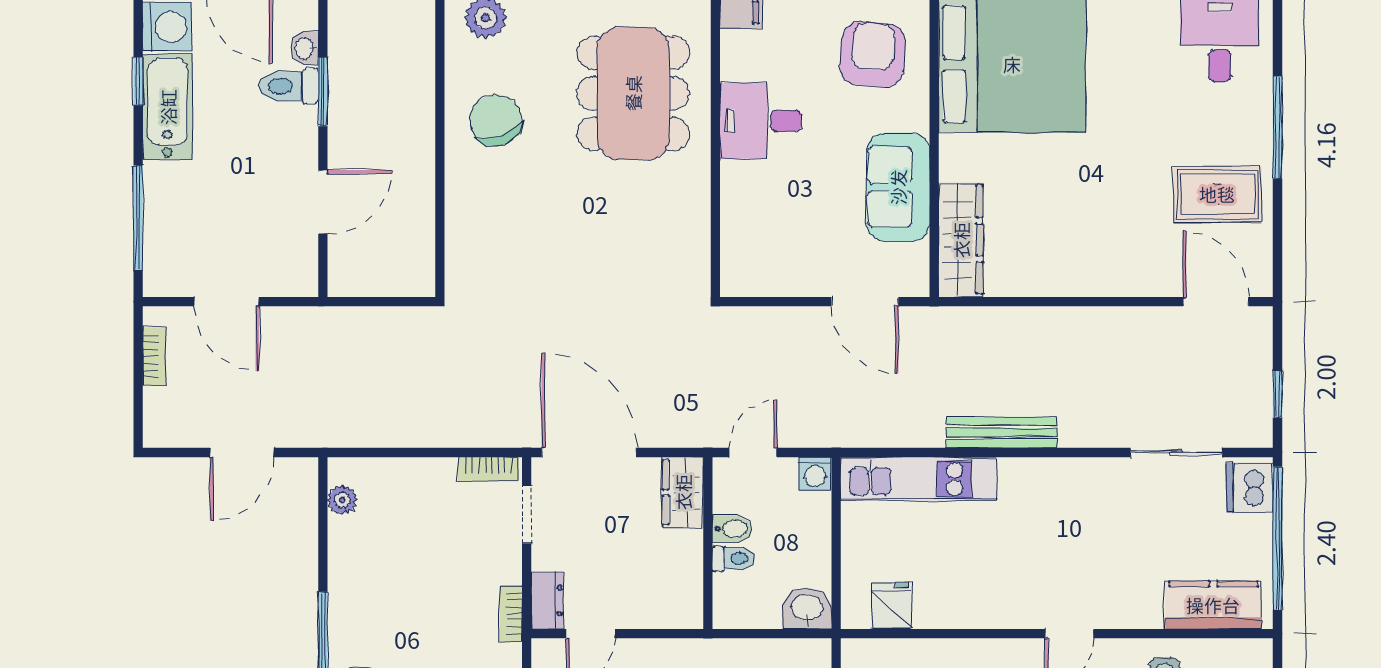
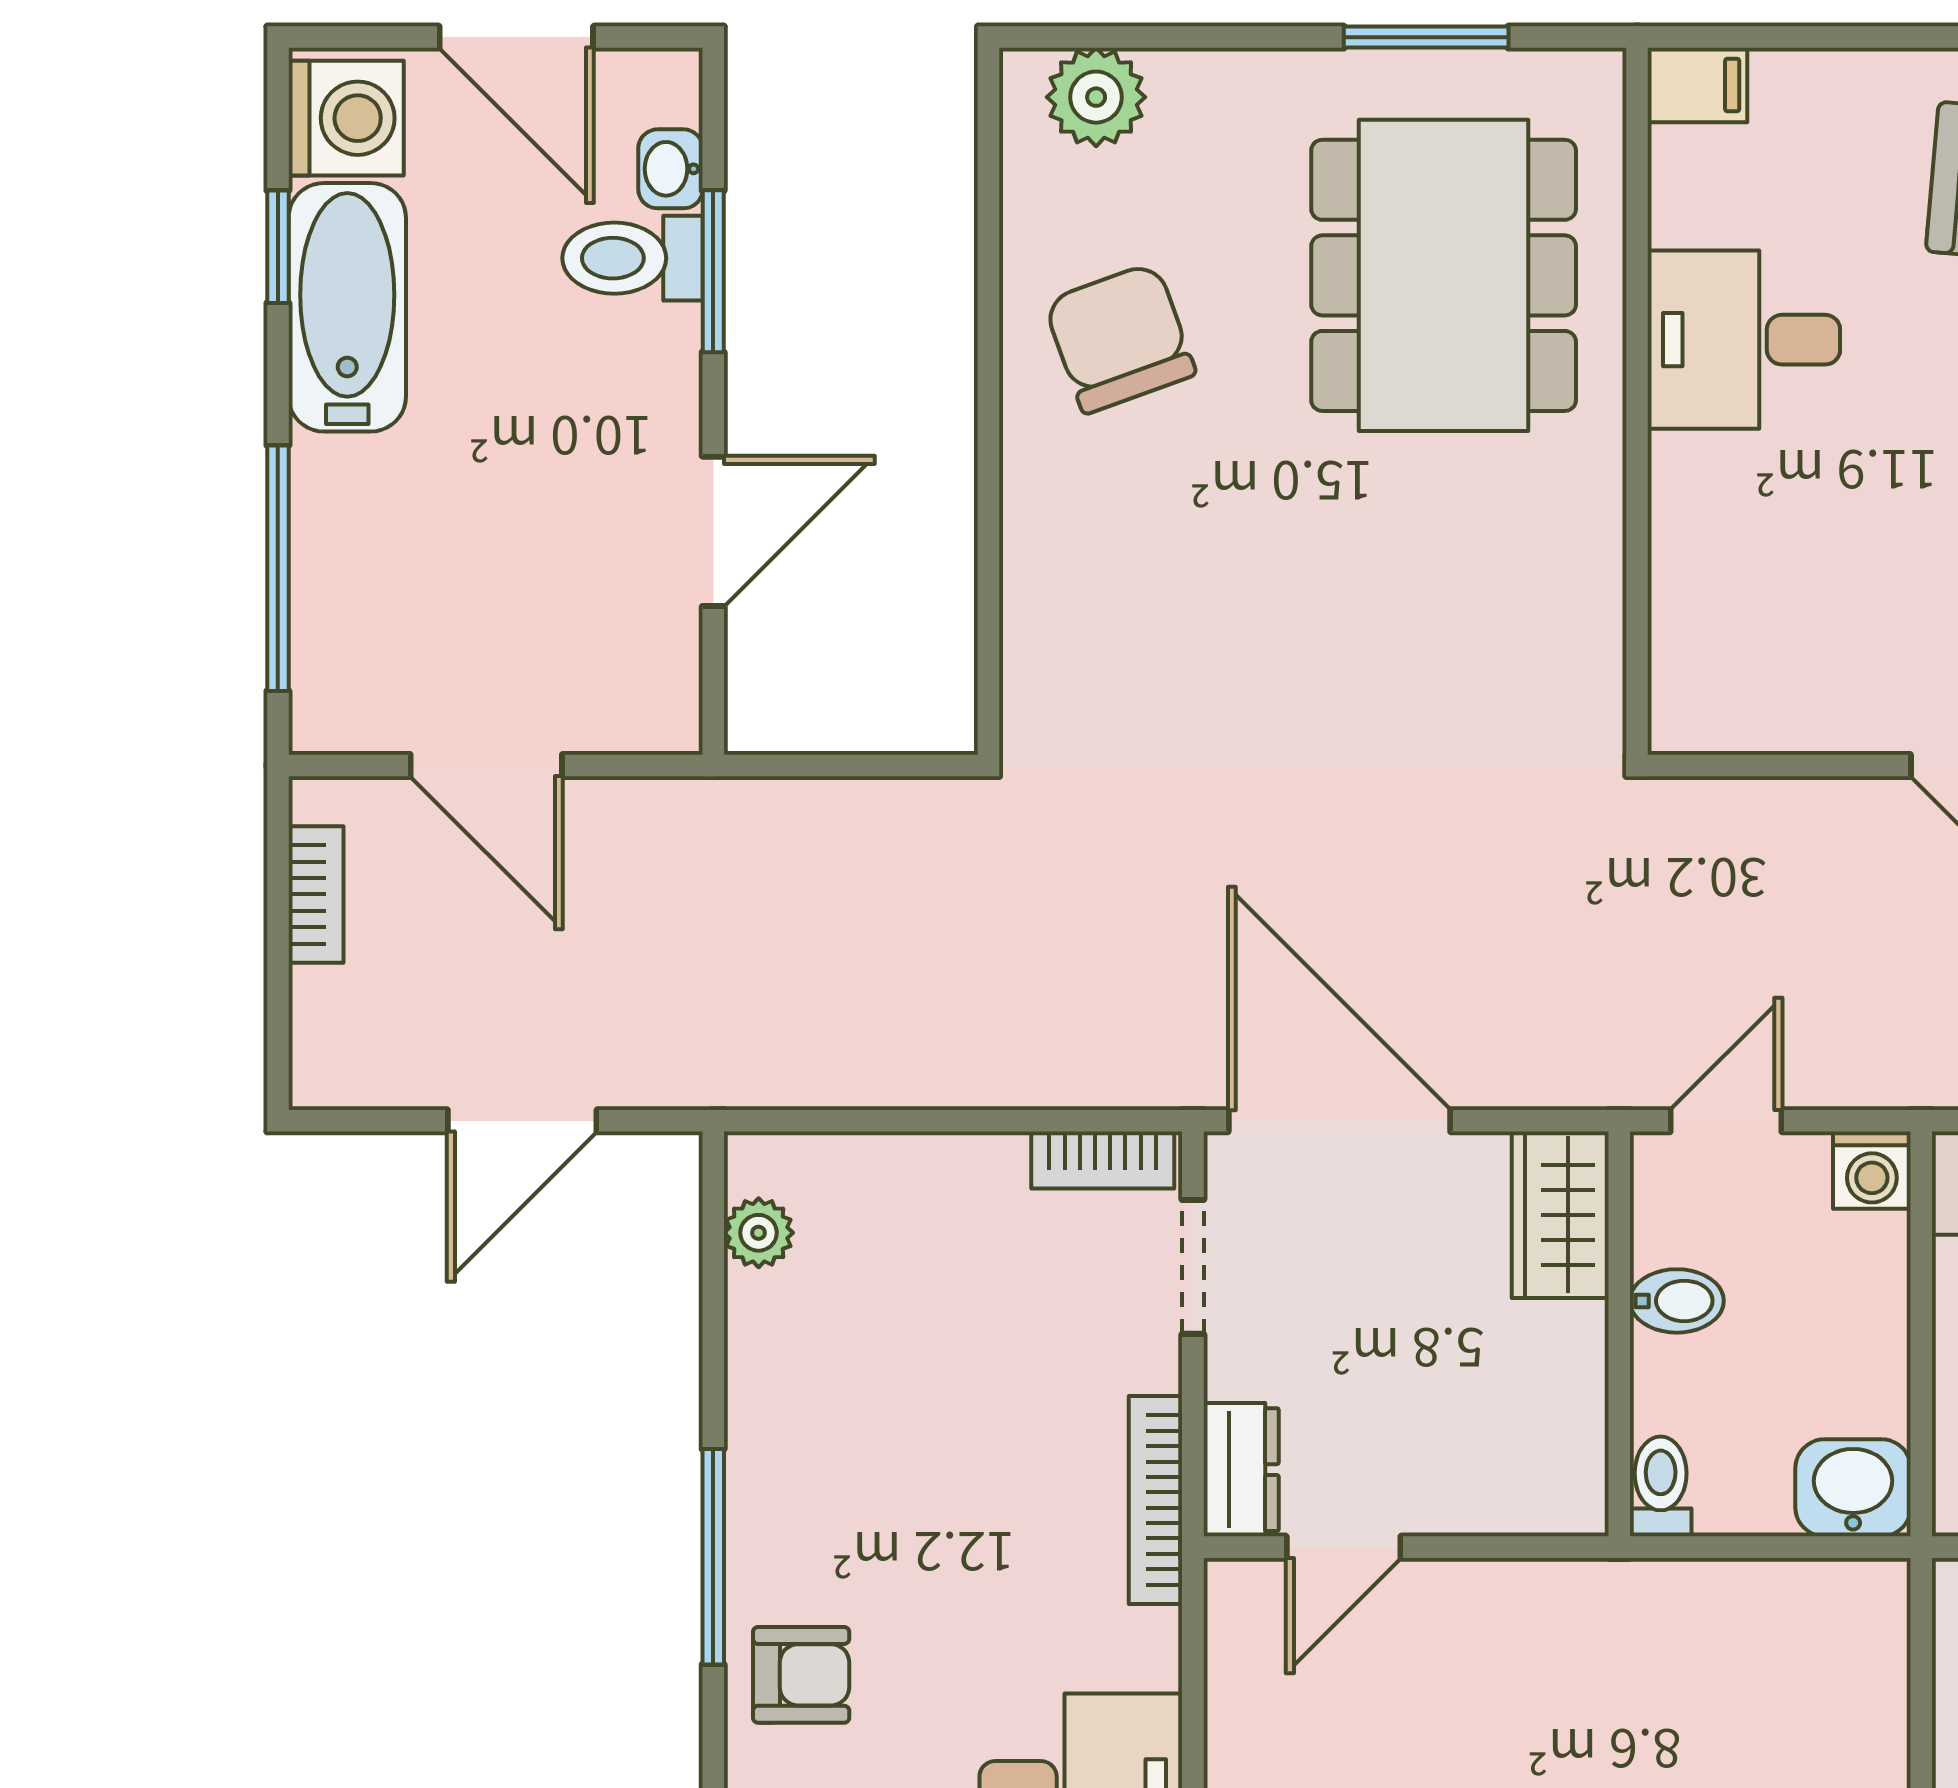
toilet: (734, 559) -> (1661, 1486), moved, turned -90
bookcase: (511, 614) -> (1156, 1500), width x1.56

